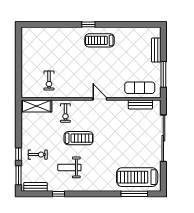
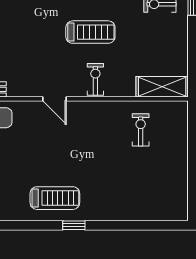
exercise bike: (65, 113) -> (95, 79), moved
treadmill: (79, 138) -> (90, 32), turned 180

